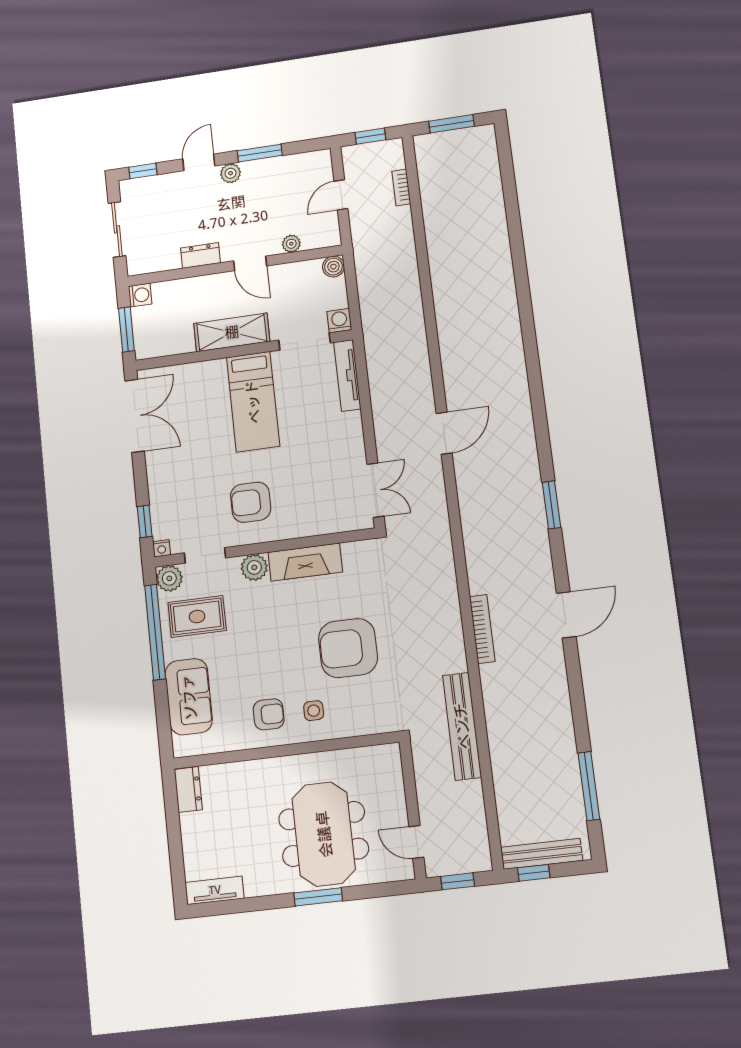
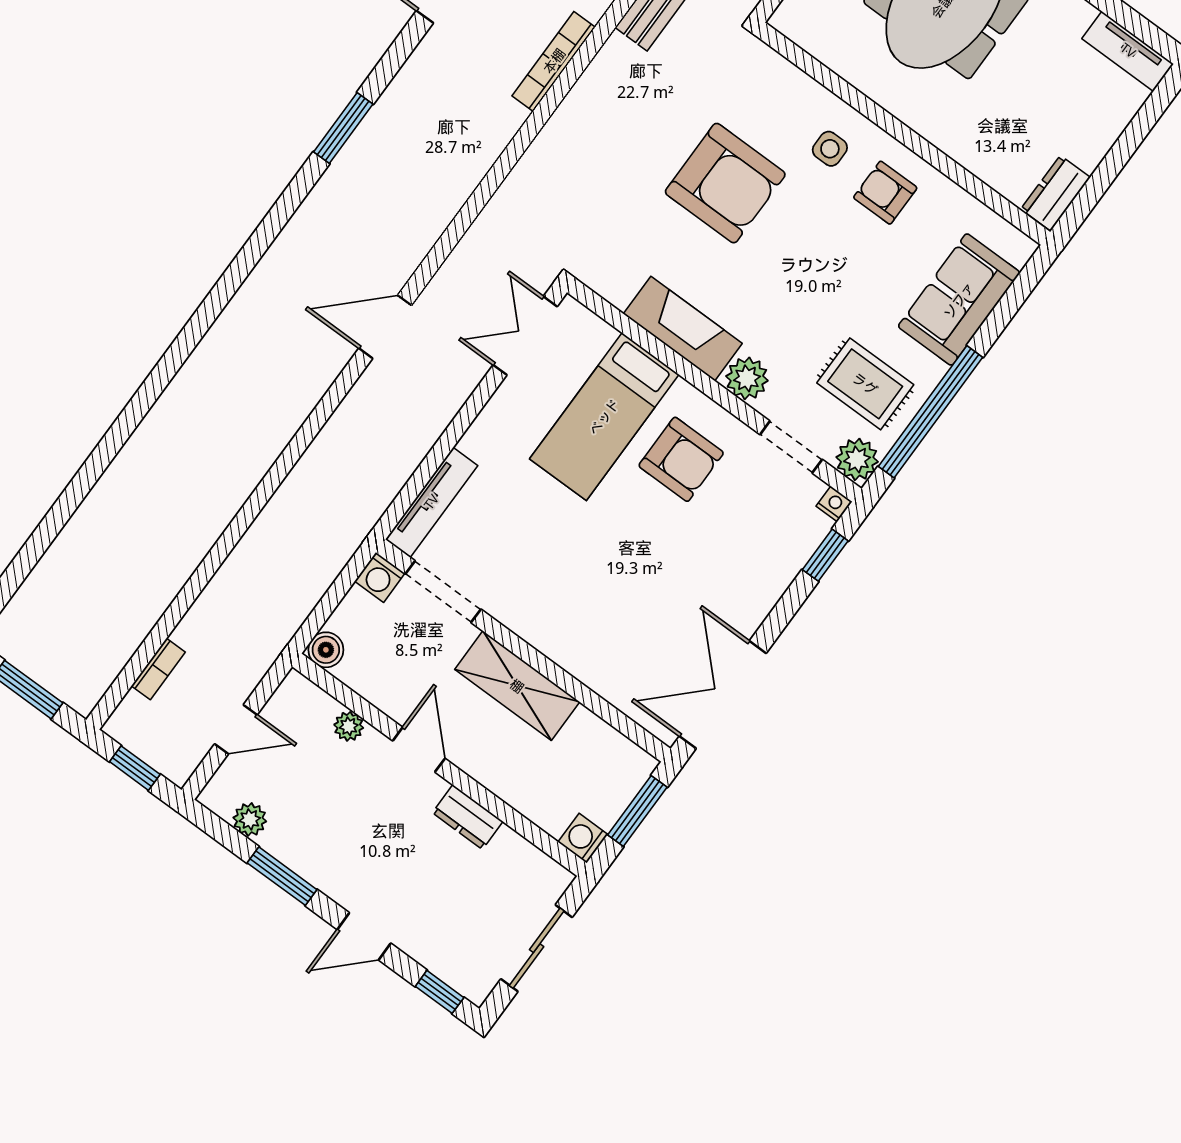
plant: (231, 173) -> (250, 819), moved
bed: (253, 402) -> (604, 417), moved, turned 180

